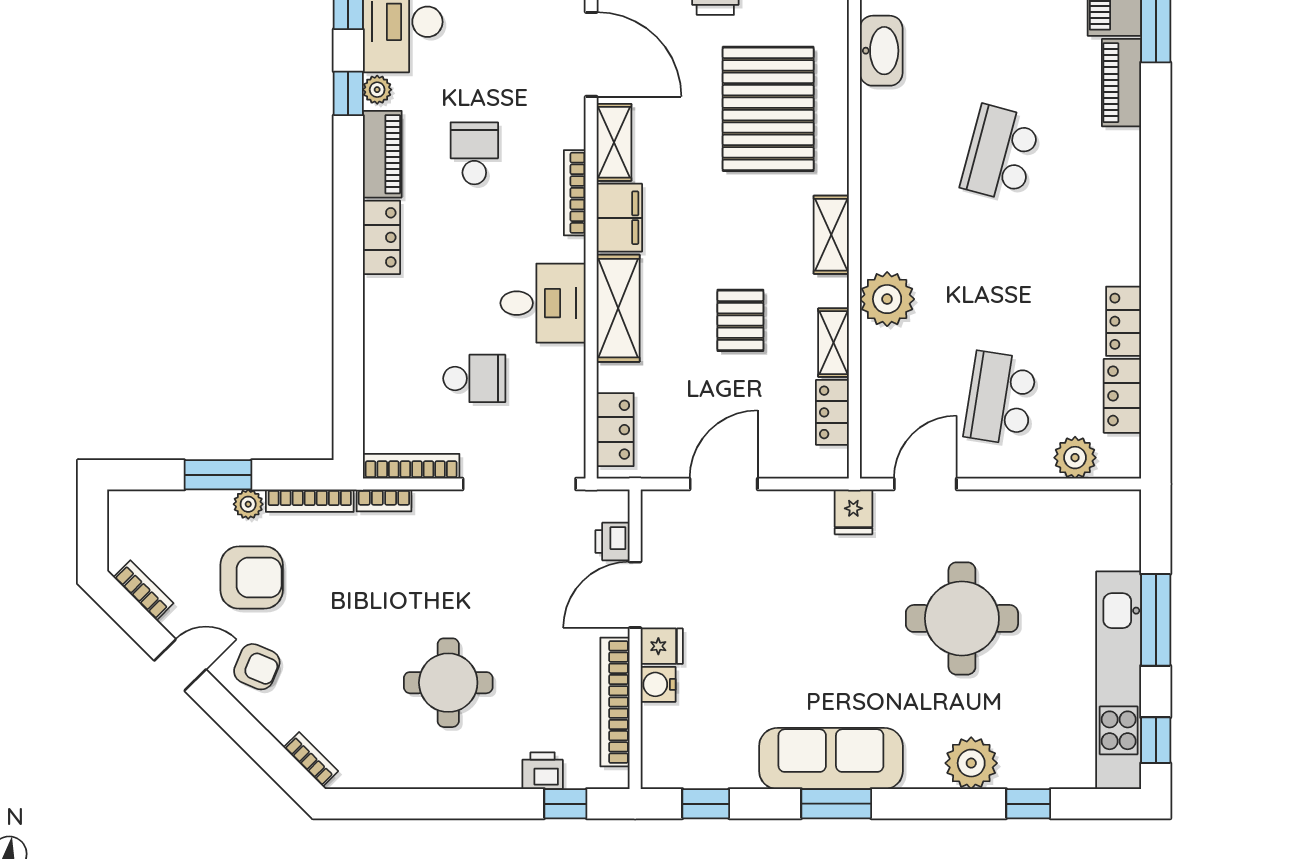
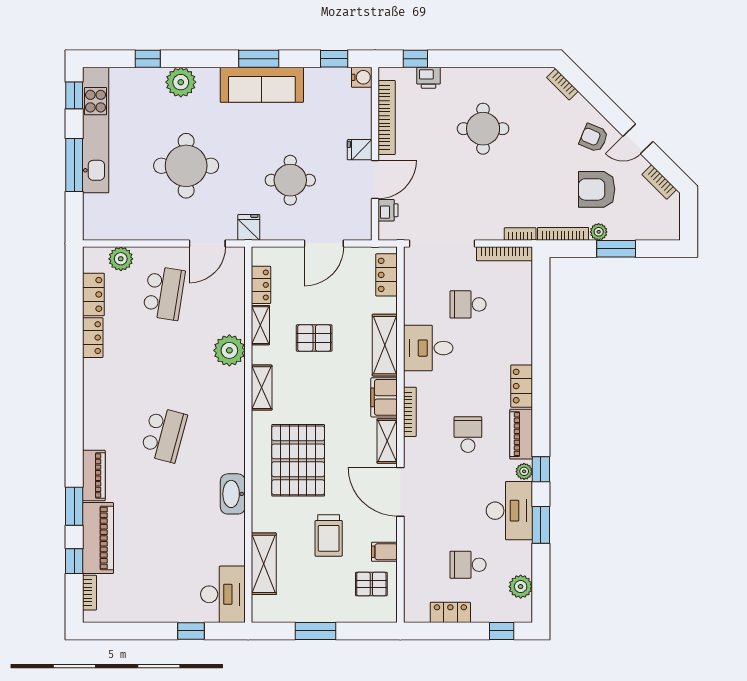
school desk: (474, 153) -> (468, 435), turned 180
pallet: (740, 320) -> (314, 338), turned 90
round table: (782, 594) -> (290, 180), added
water cooler: (658, 684) -> (362, 77), moved

